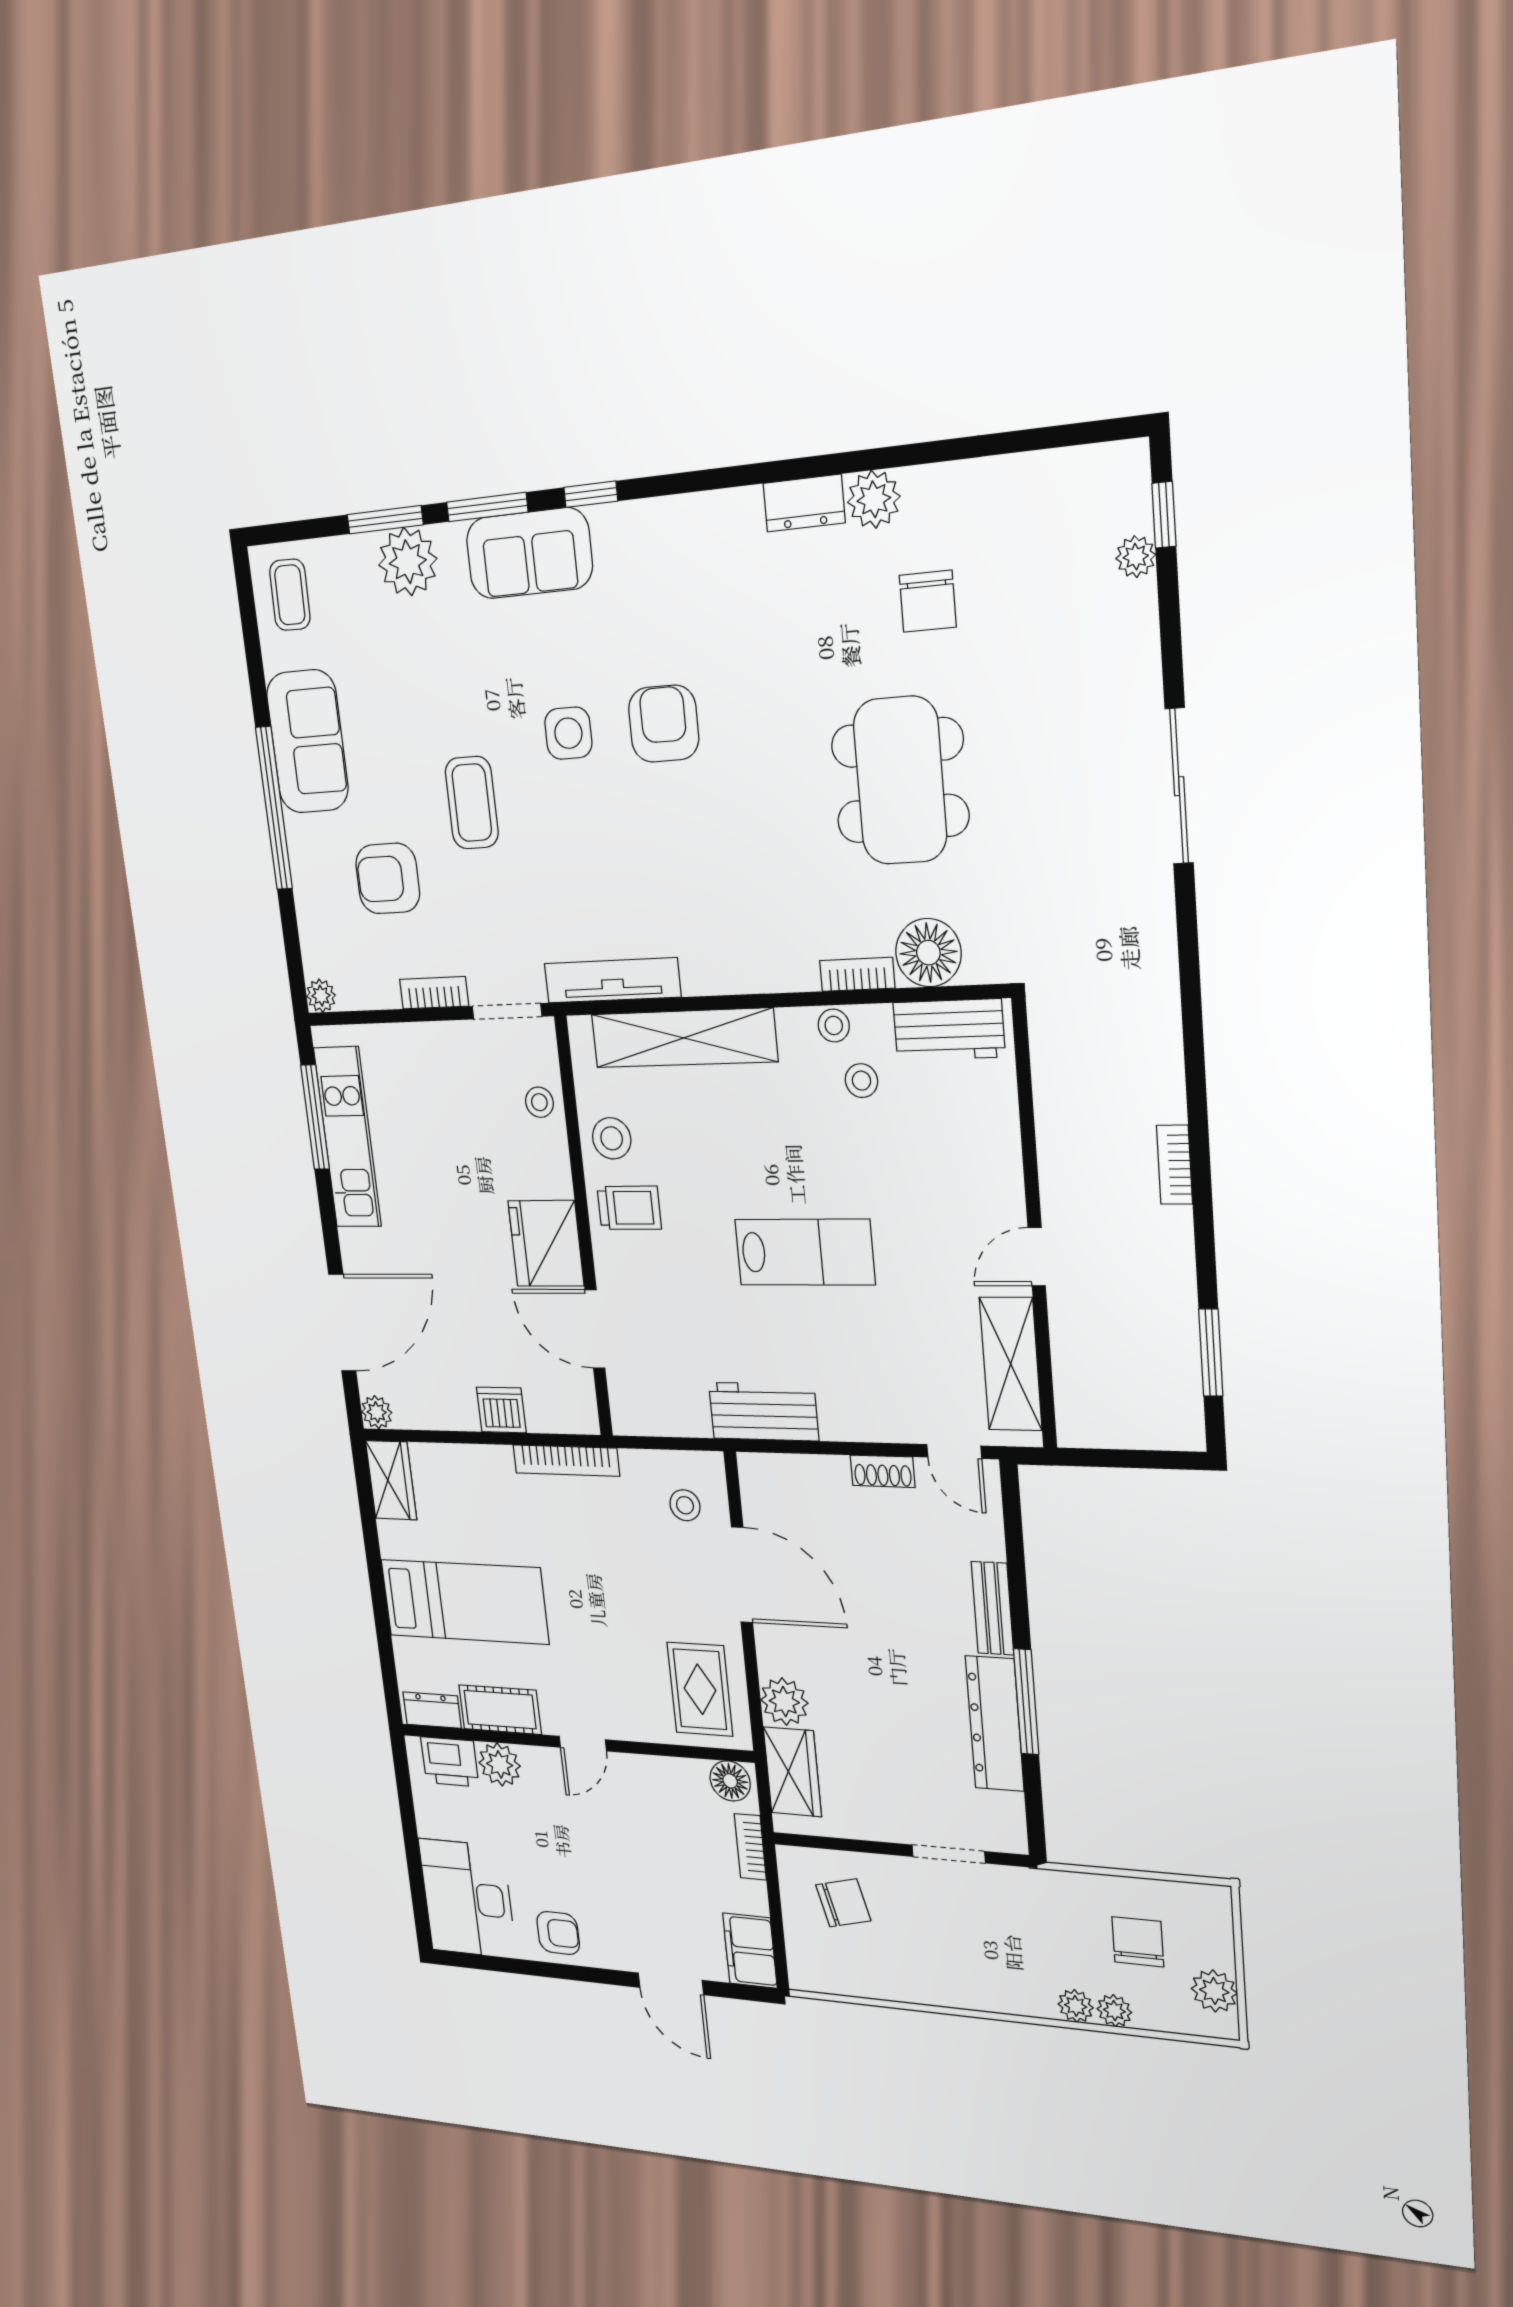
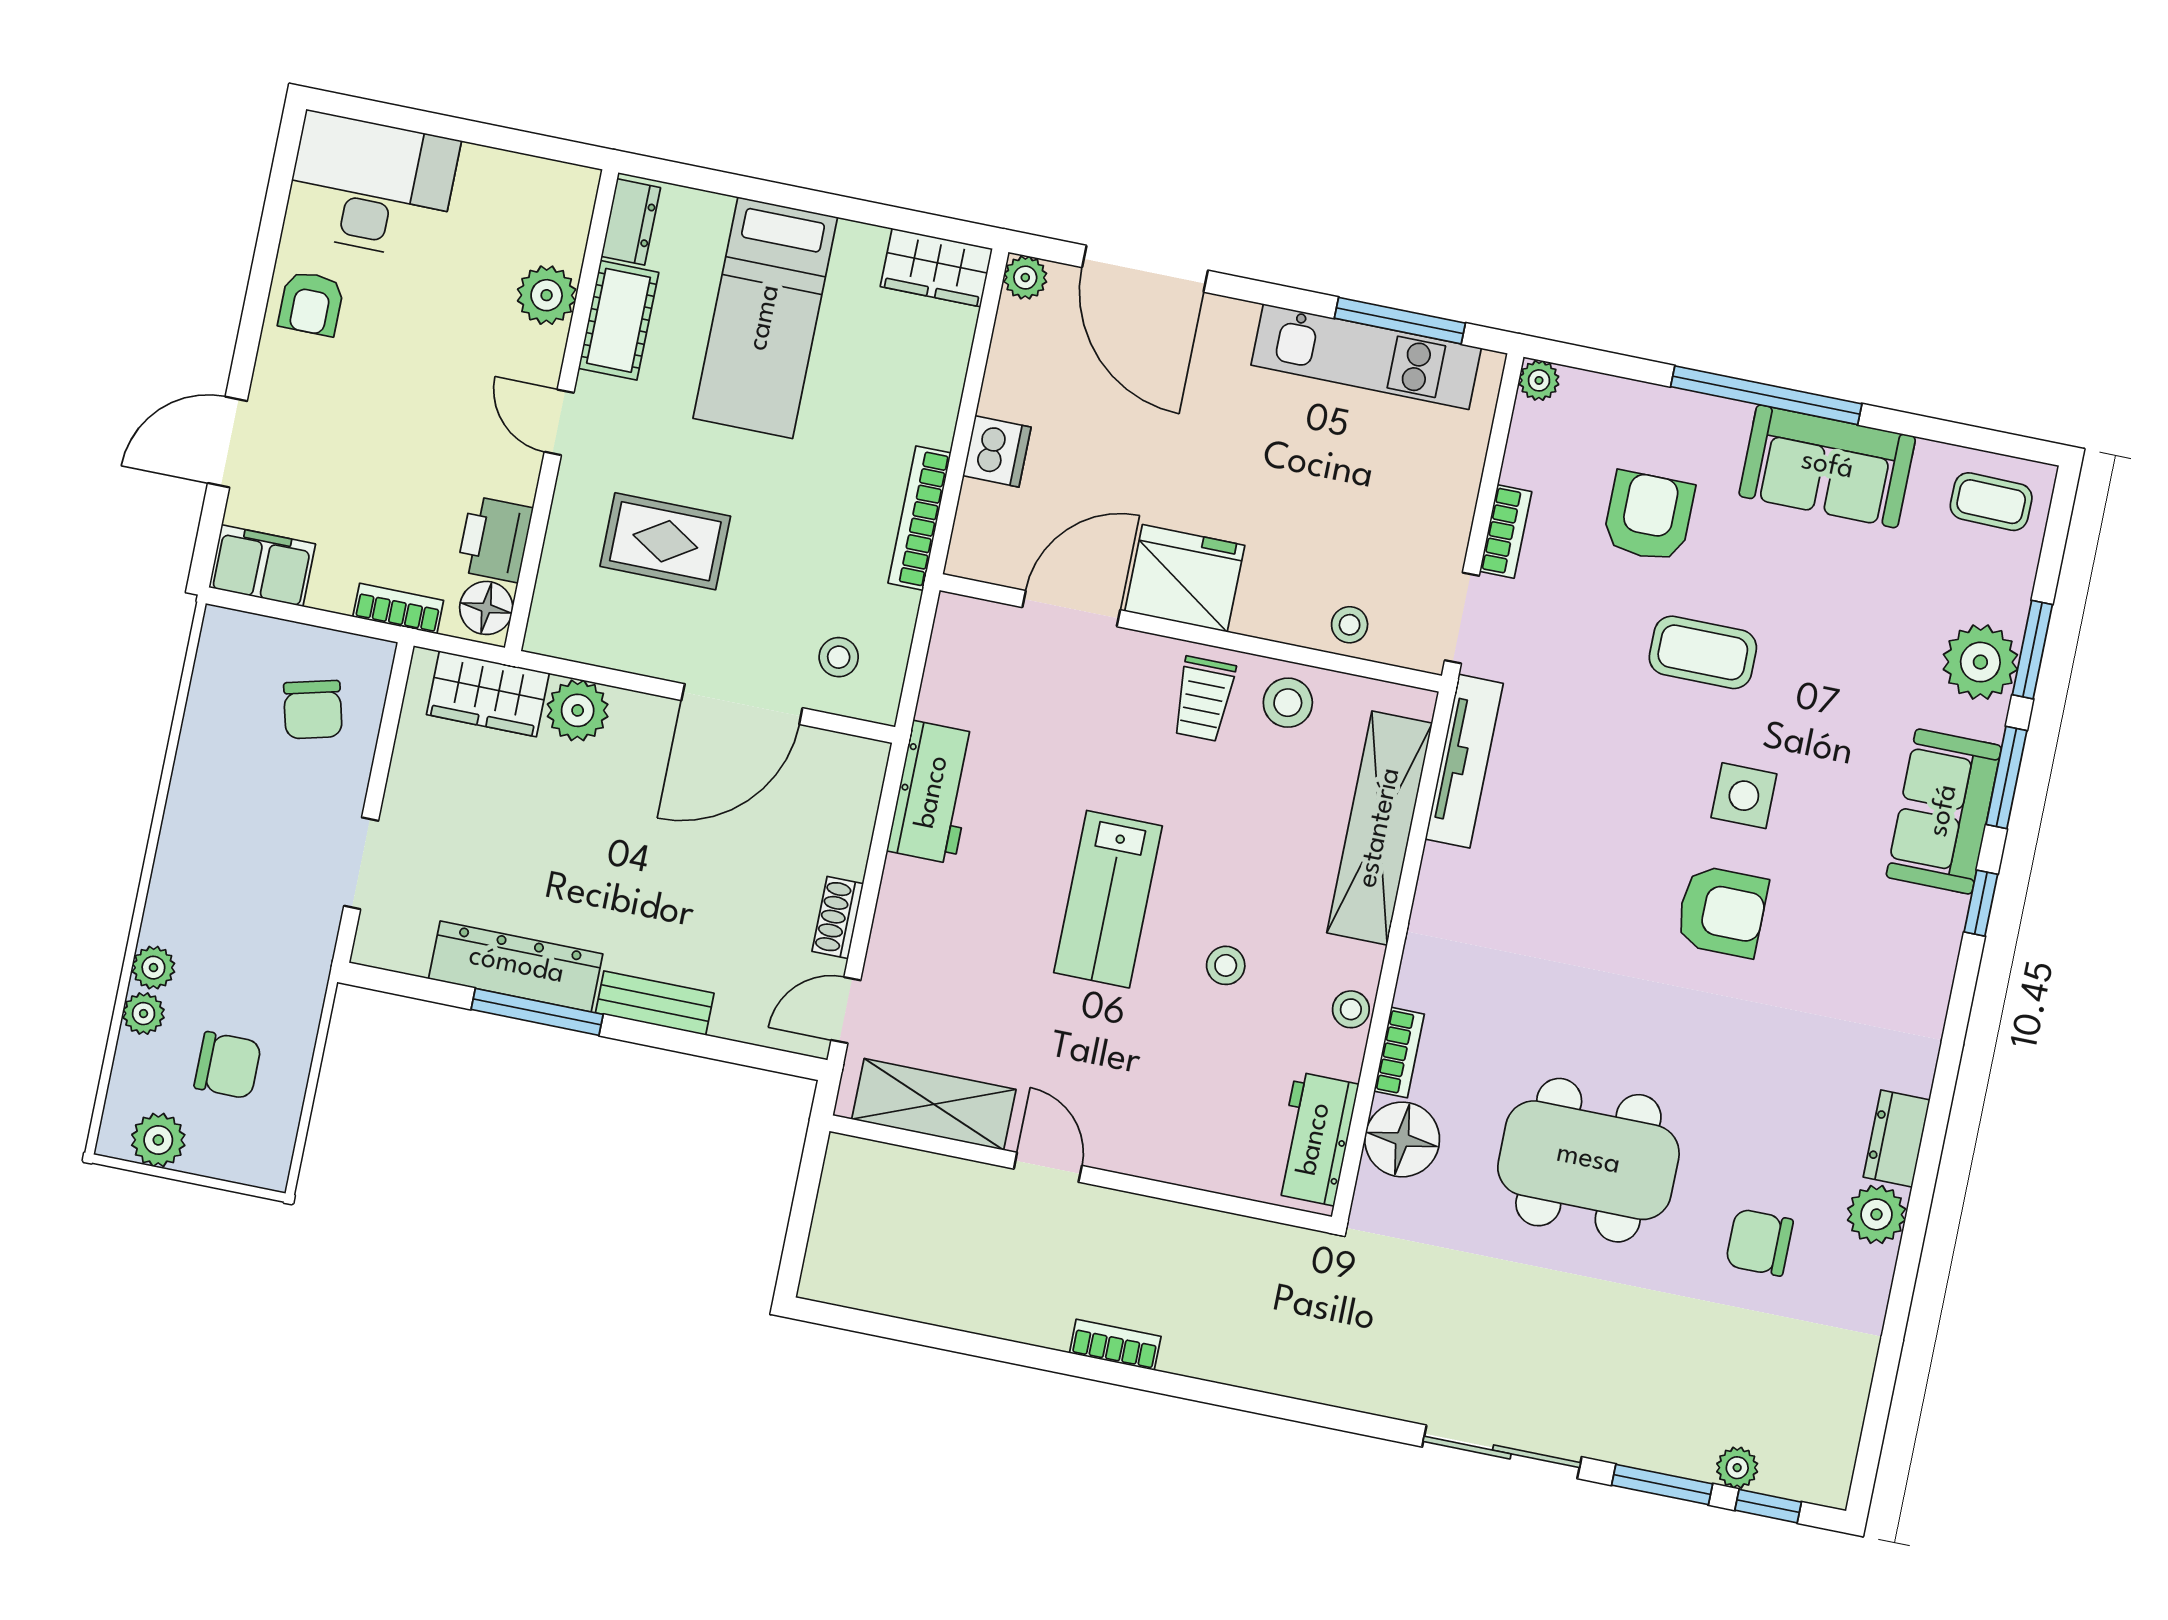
stool: (861, 1081) -> (1226, 965), moved
window: (1211, 1353) -> (1662, 1485), moved
rug: (700, 1689) -> (665, 541), moved
printer: (450, 1762) -> (495, 539), moved

